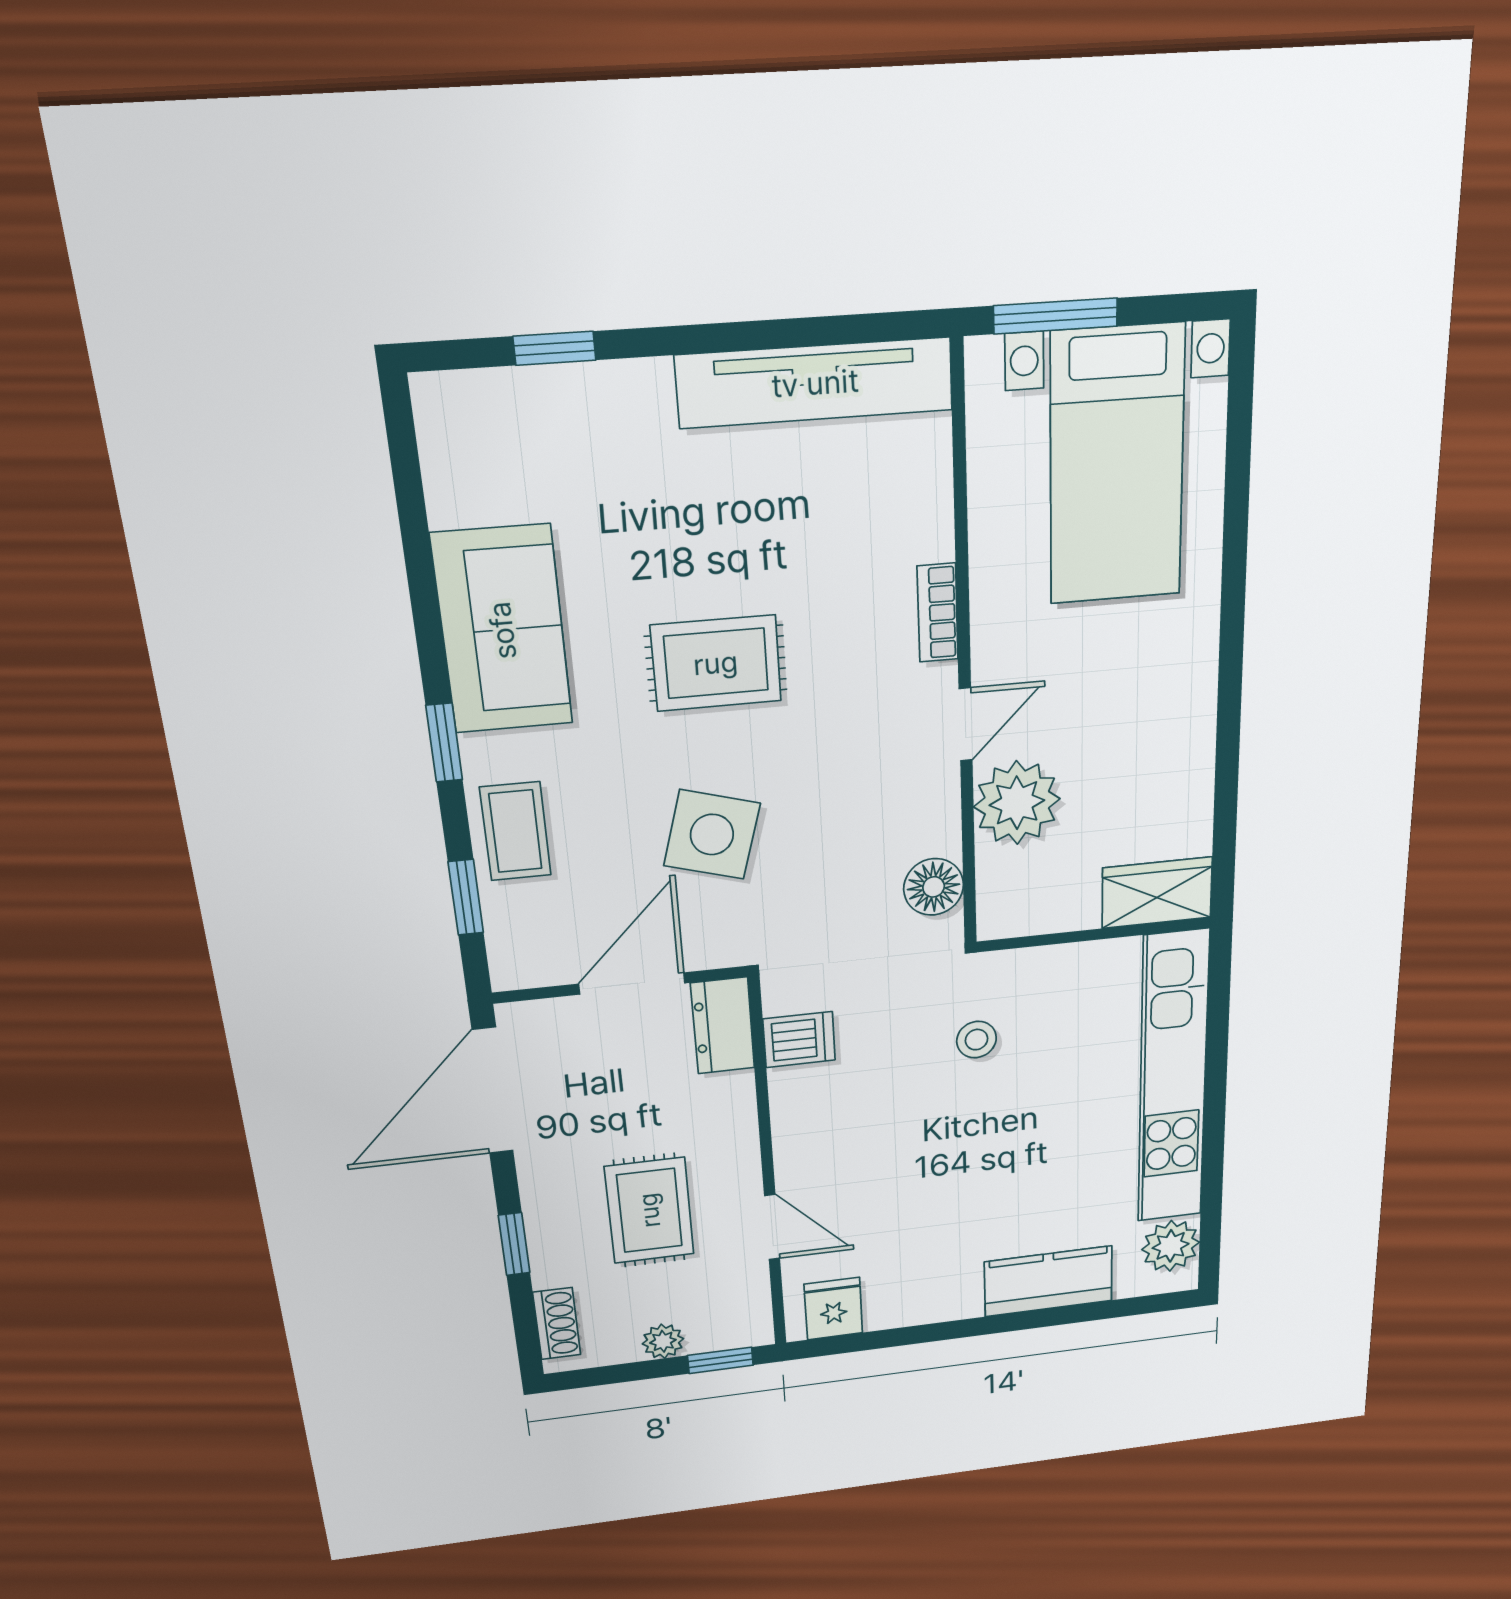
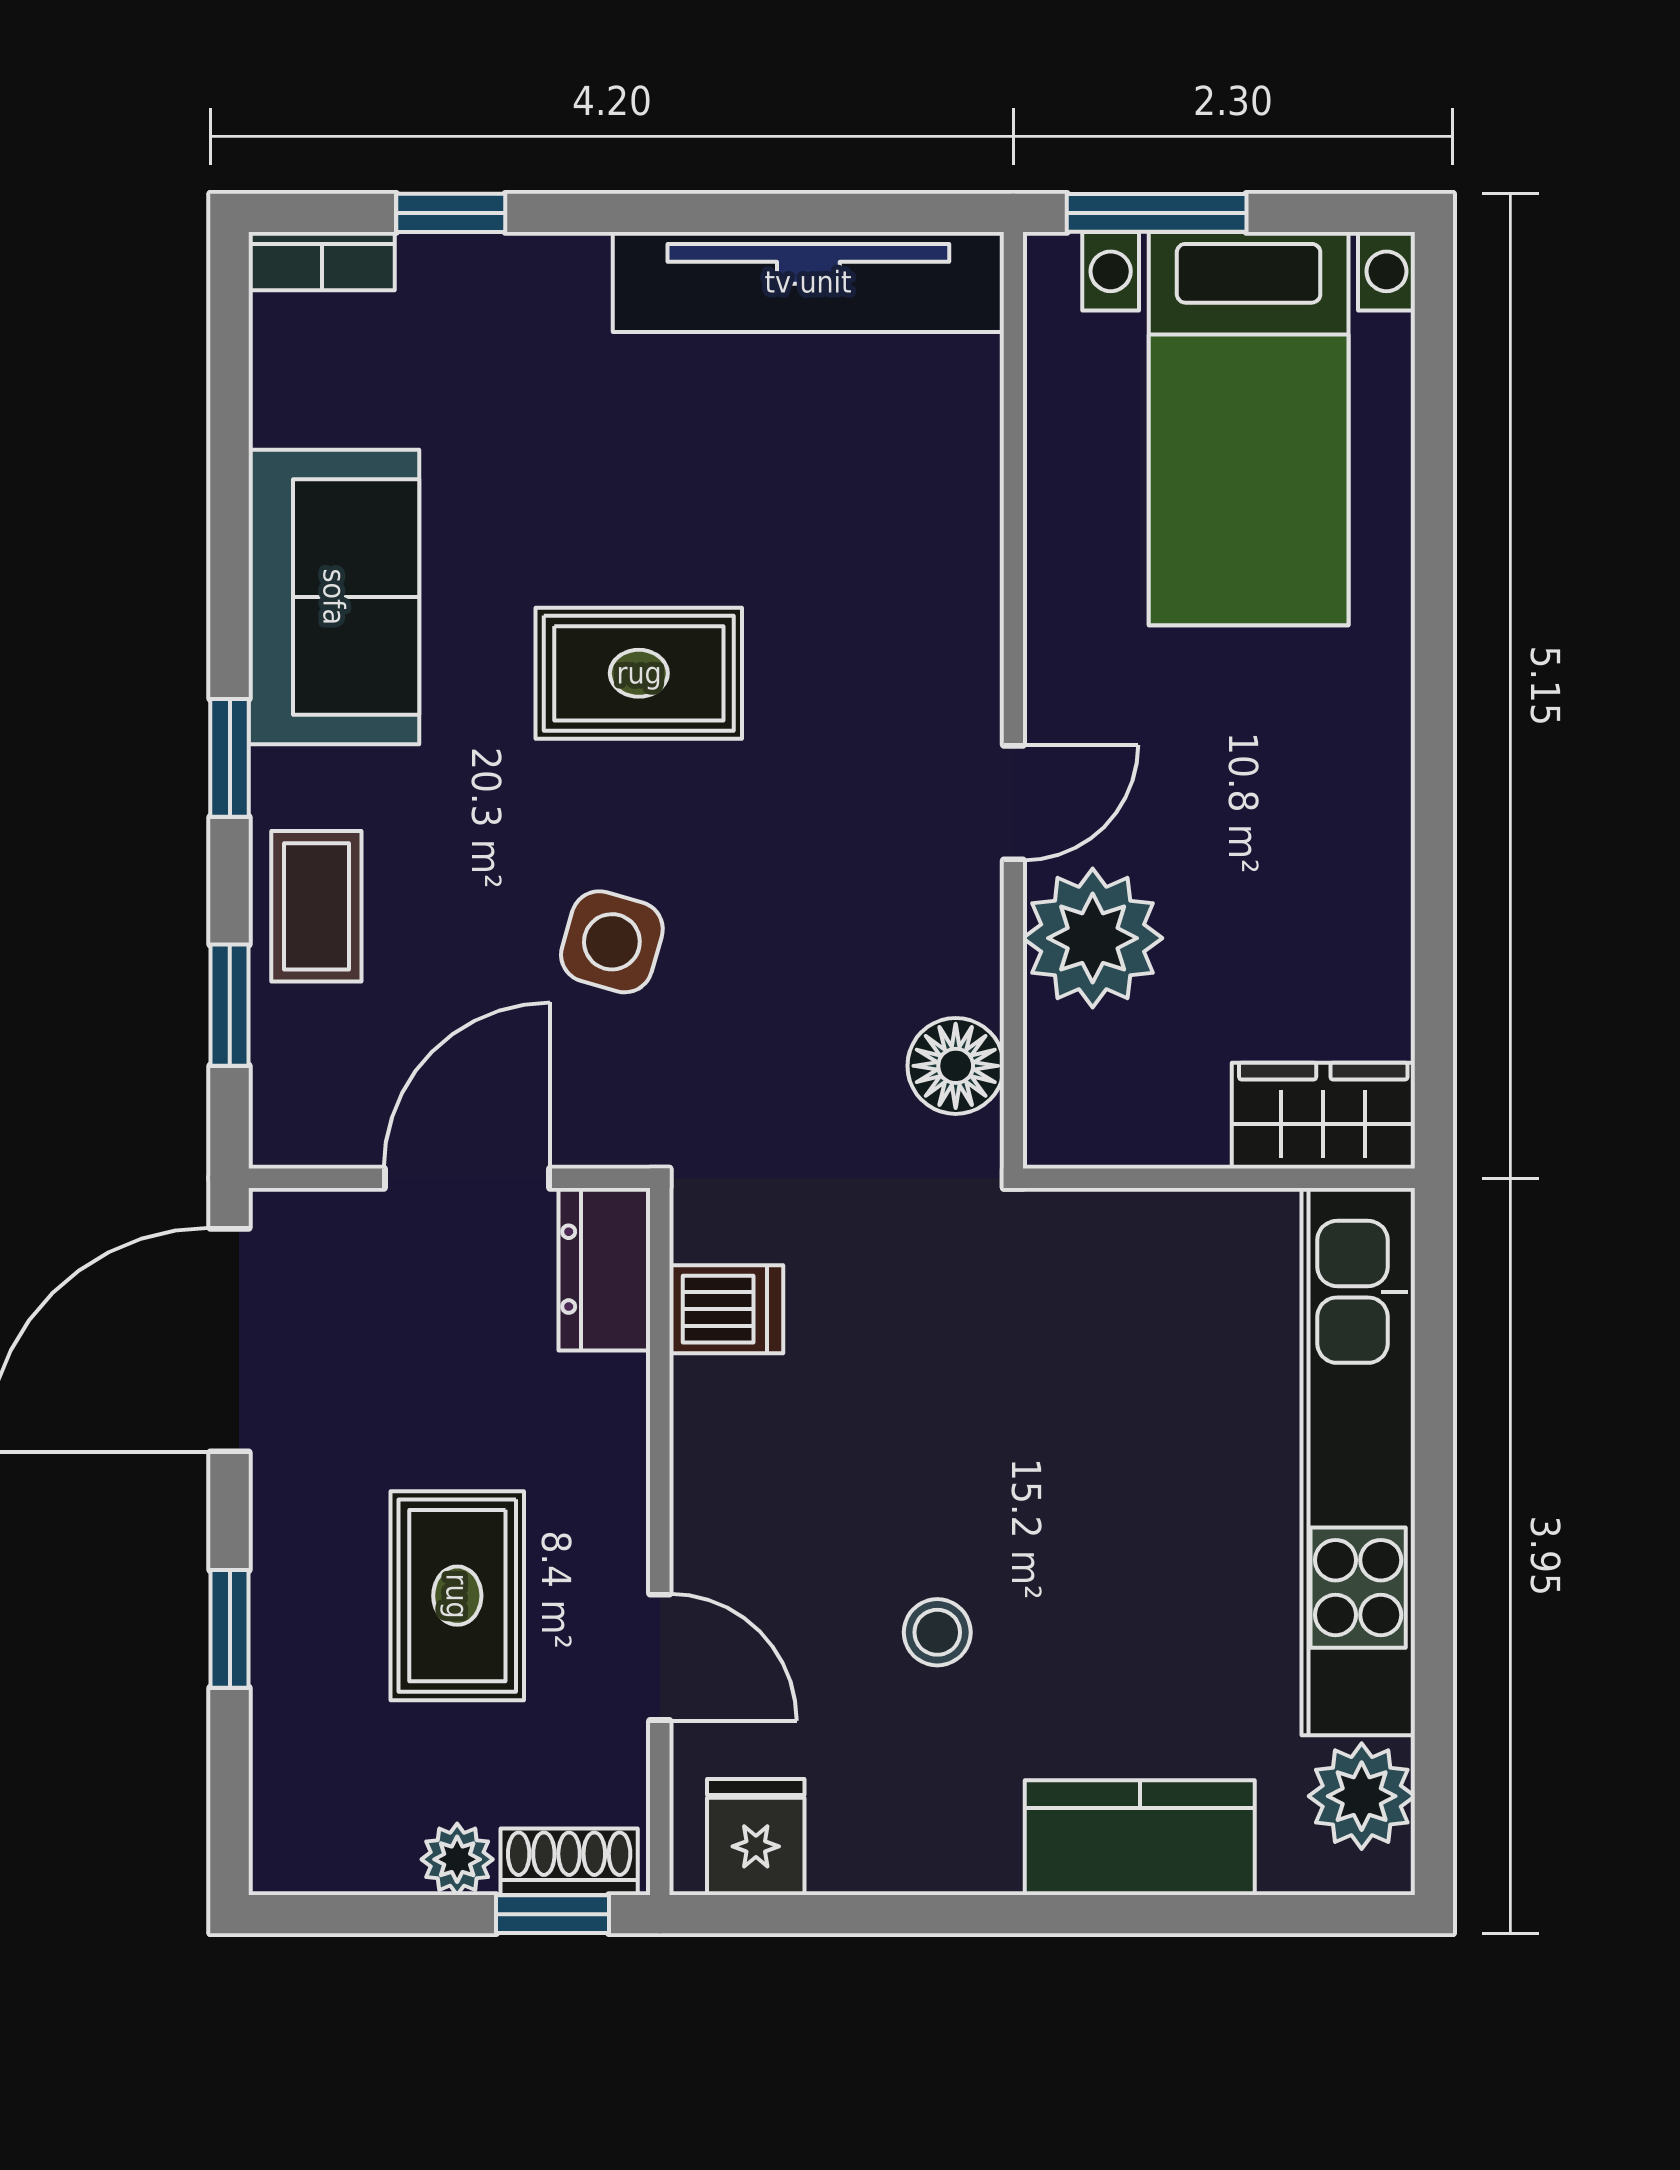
bookcase: (938, 613) -> (322, 261), moved, turned -90
side table: (712, 835) -> (612, 942), width x0.73, depth x0.73
stool: (976, 1040) -> (937, 1632), moved
shoe rack: (557, 1324) -> (569, 1862), moved, turned -90

